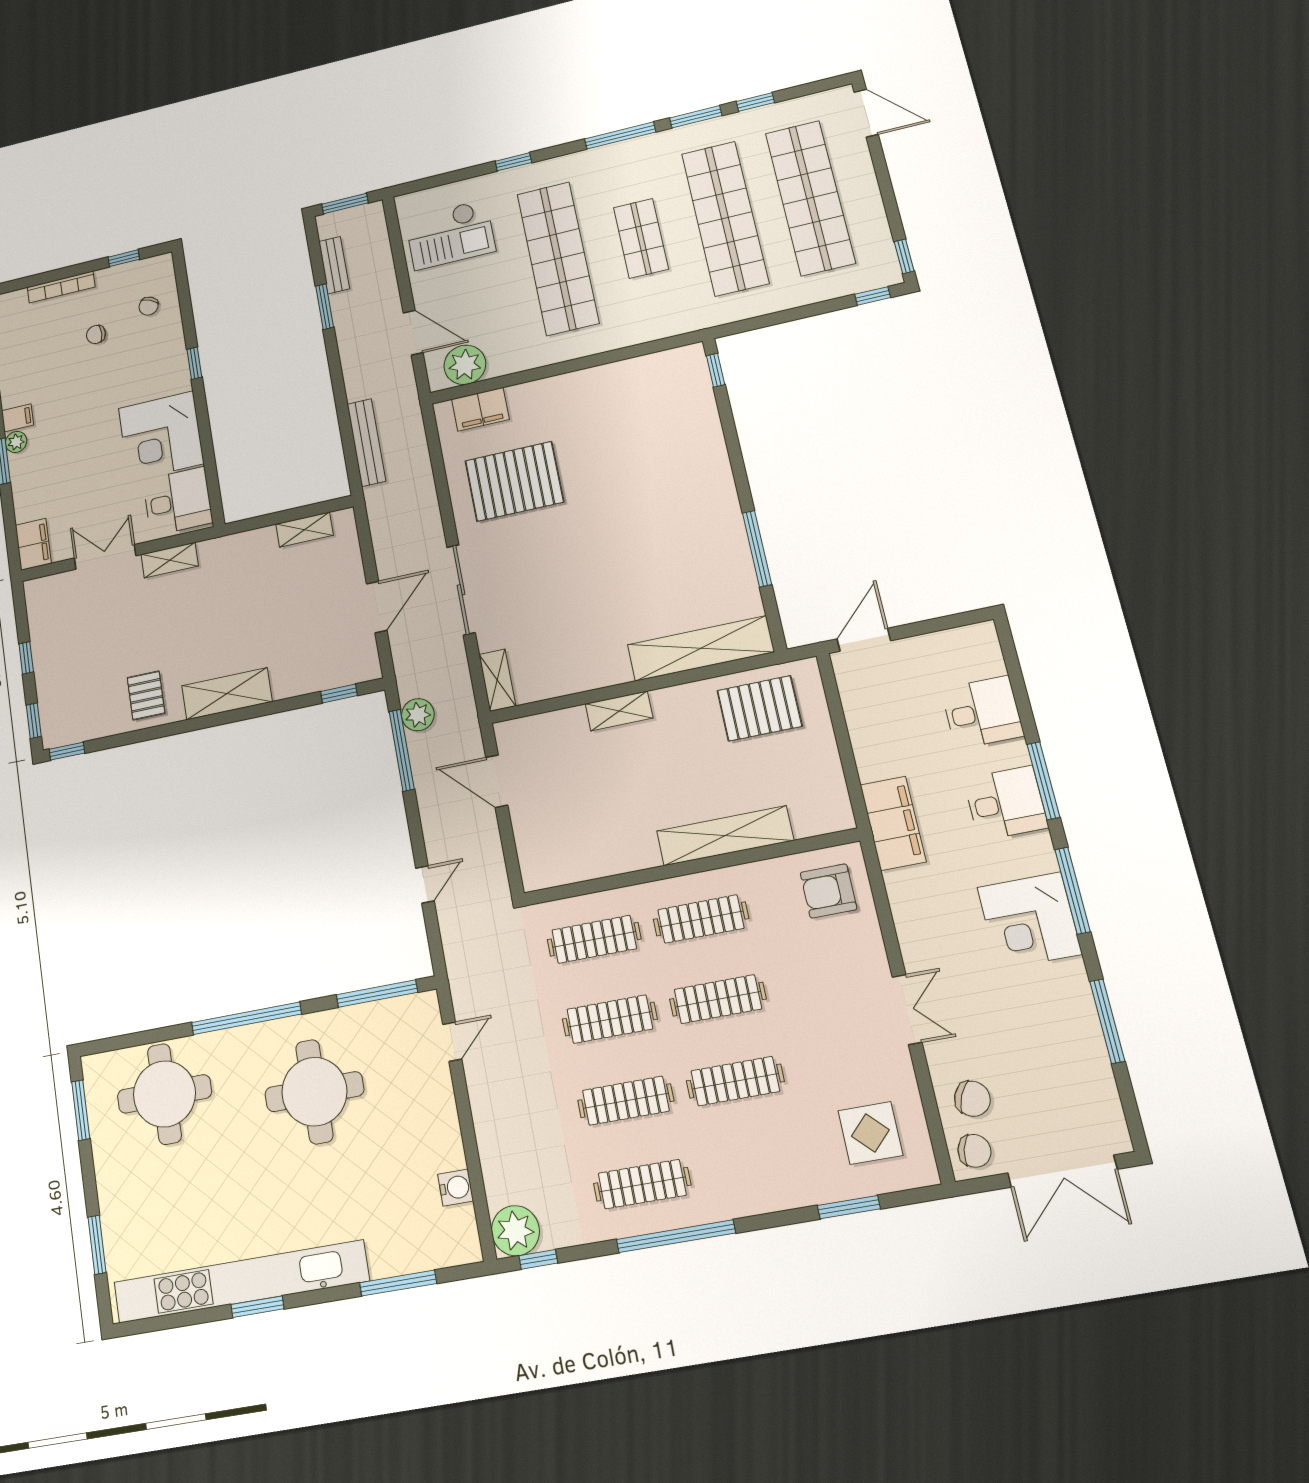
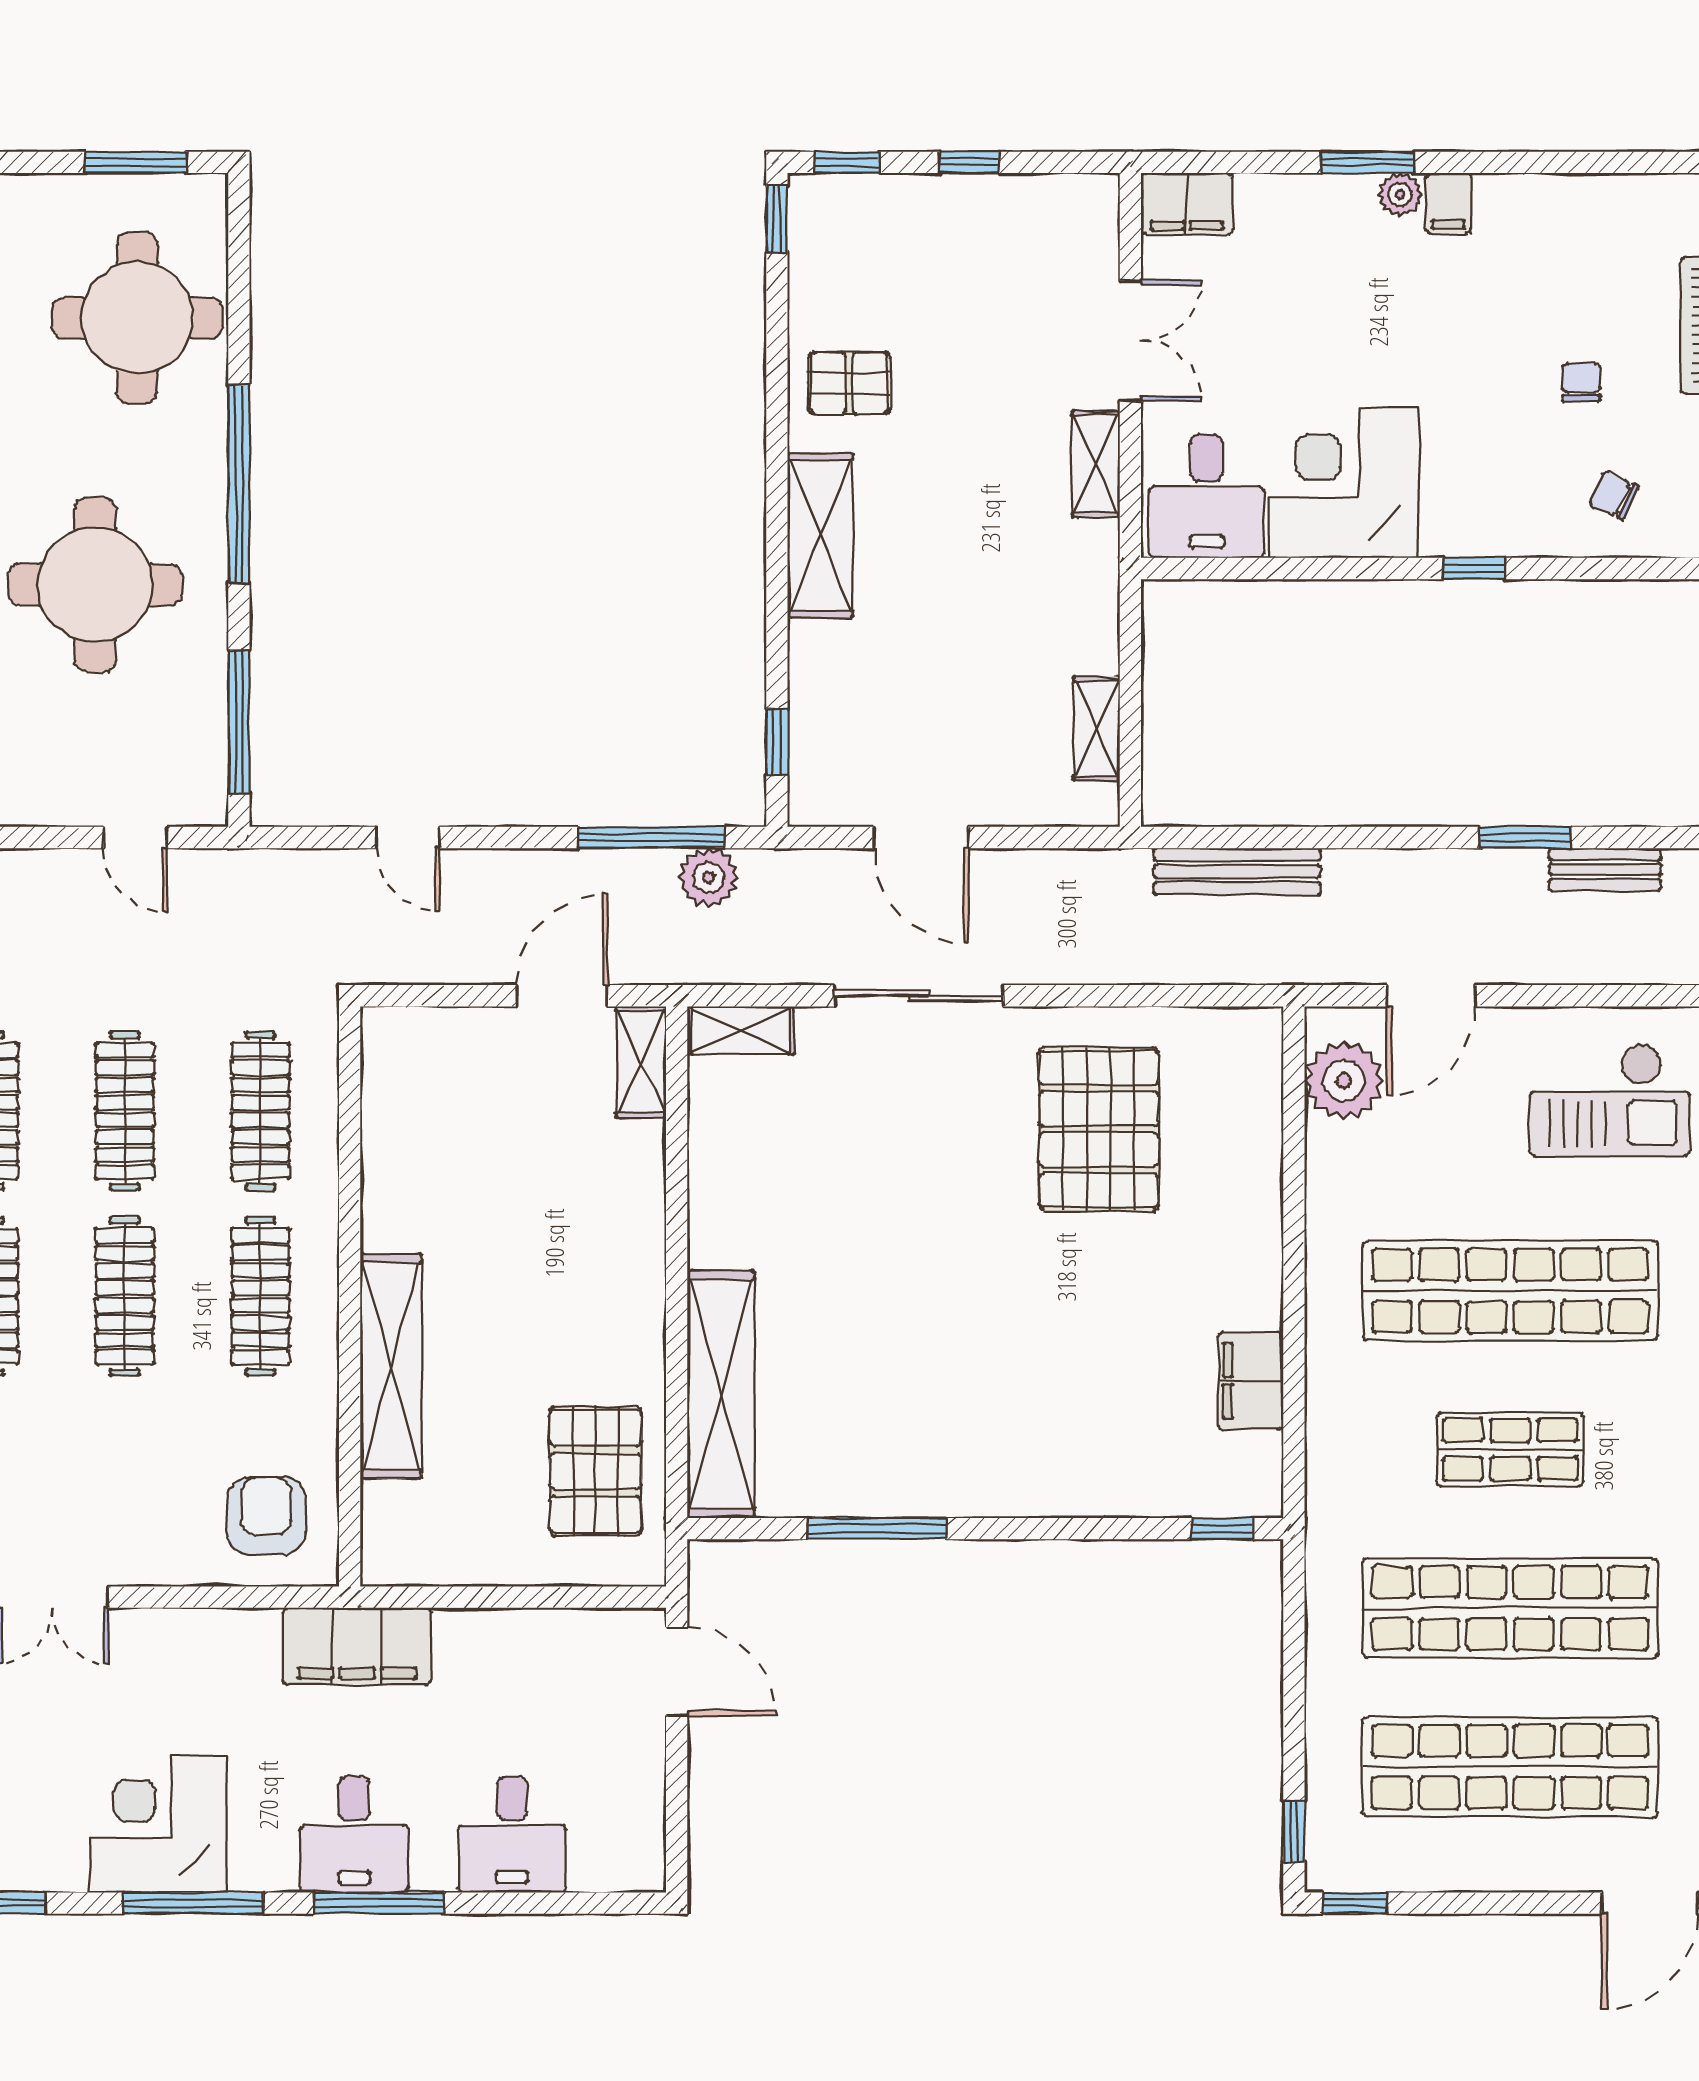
checkout: (450, 235) -> (1610, 1100), turned -90
filing cabinet: (480, 409) -> (1251, 1381), moved
shelving: (619, 711) -> (641, 1062), moved

